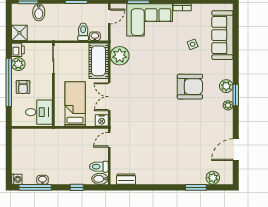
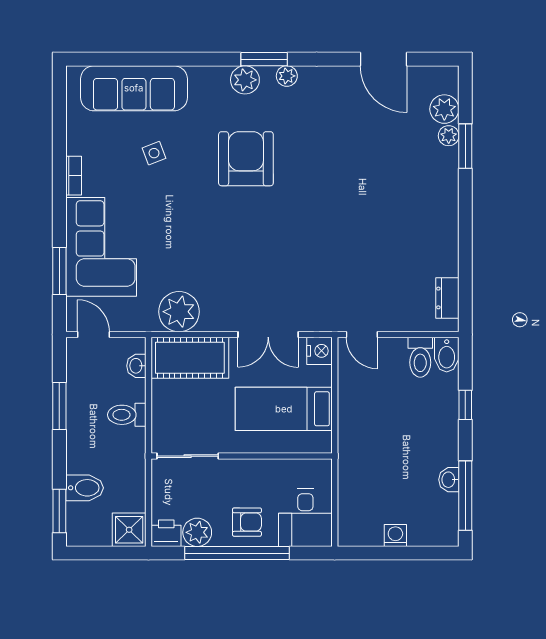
toilet: (83, 32) -> (127, 415), moved
desk: (39, 112) -> (305, 518), moved, turned 180
washing machine: (17, 179) -> (395, 536), moved
plant: (201, 180) -> (449, 136), added

